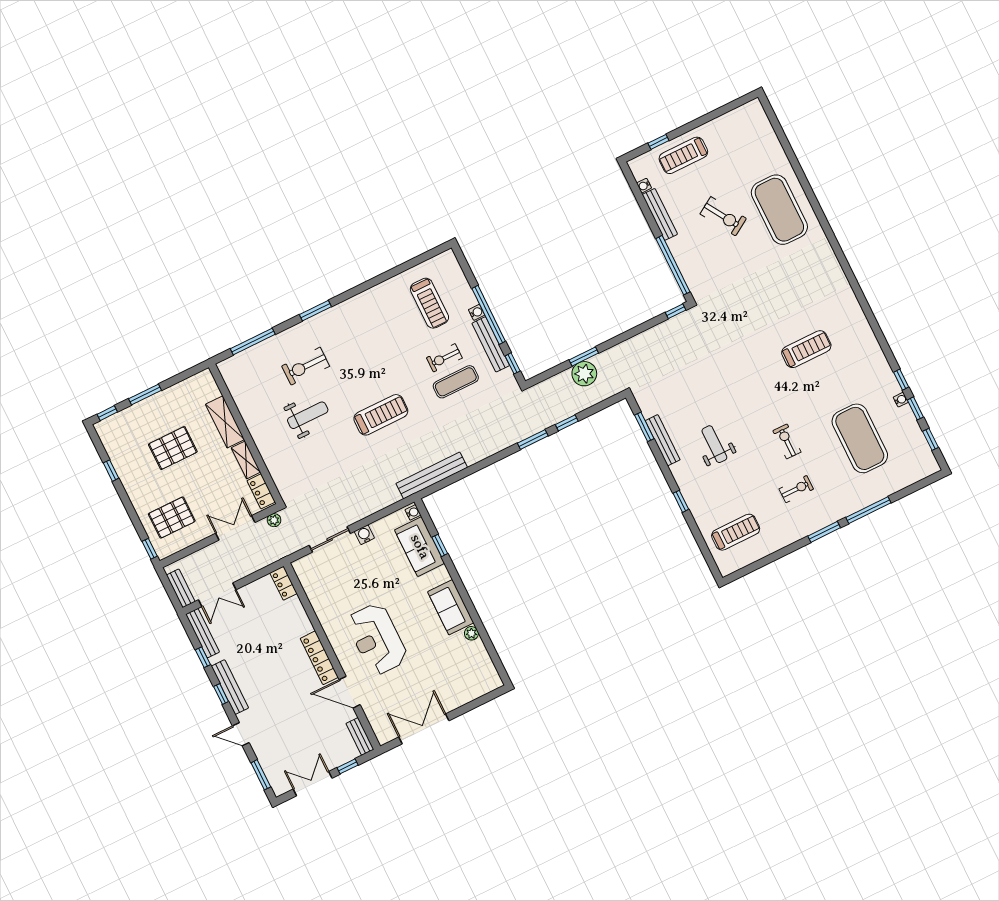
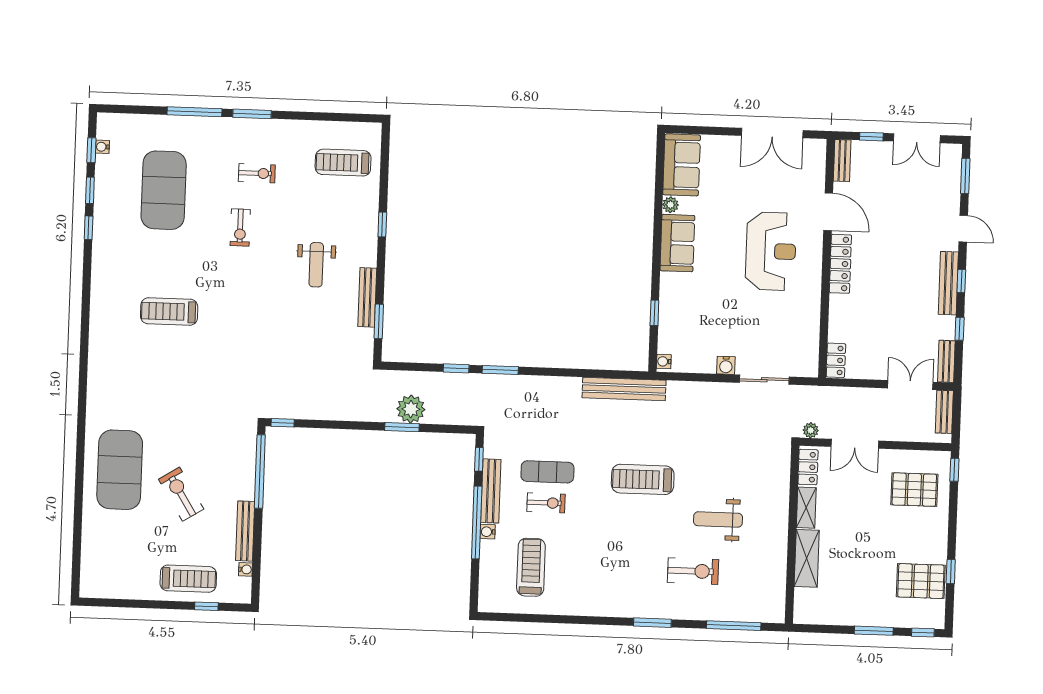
water cooler: (901, 400) -> (102, 147), moved
pallet: (173, 448) -> (921, 581), moved
exercise bike: (796, 489) -> (257, 173), turned 180
sofa: (420, 547) -> (682, 165), moved
bench: (203, 633) -> (946, 361), width x0.73

